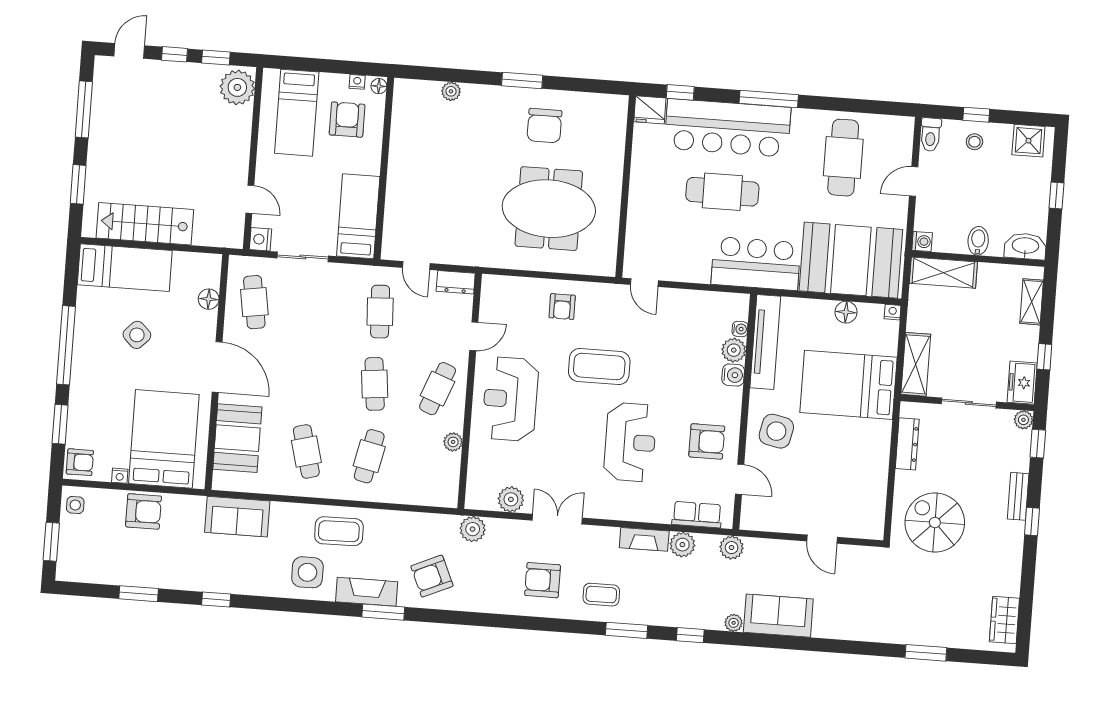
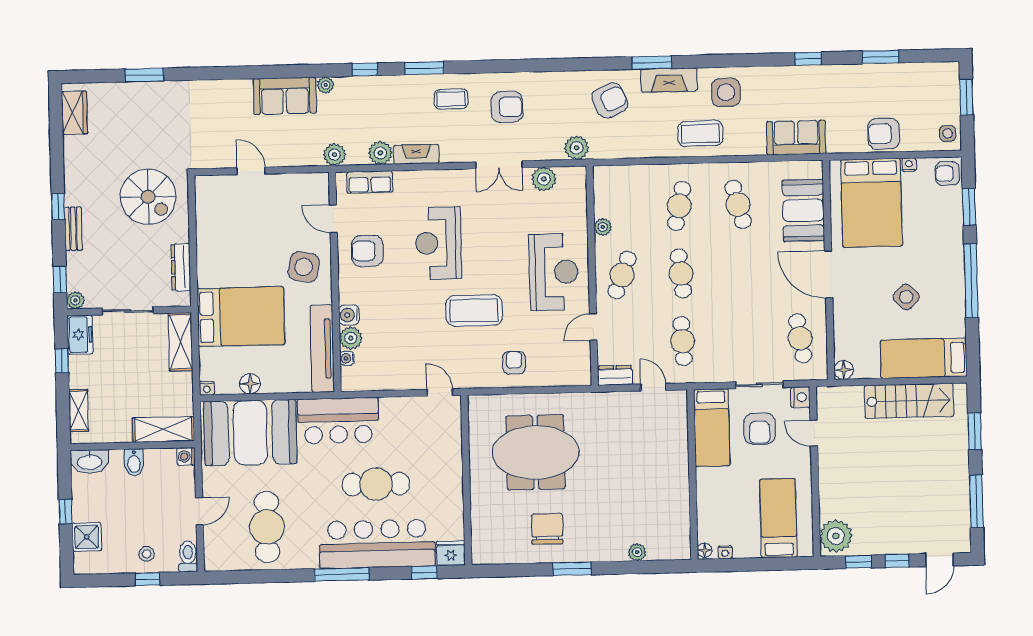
armchair: (347, 120) -> (760, 429), moved
shower: (1028, 141) -> (87, 537), moved
floor lamp: (209, 299) -> (844, 370), moved

